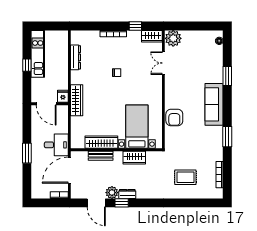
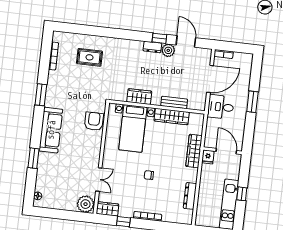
bed with nightstands: (137, 127) -> (133, 128), moved
wardrobe: (101, 142) -> (172, 117), moved
wall: (116, 150) -> (157, 107), moved
bench: (101, 156) -> (174, 102), moved
wardrobe: (134, 158) -> (139, 97), moved

